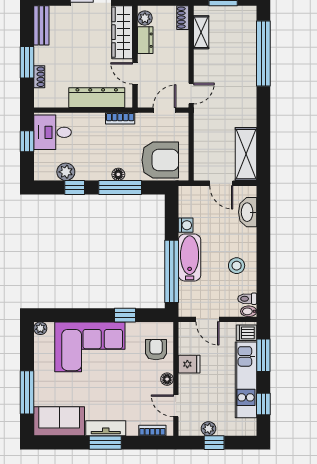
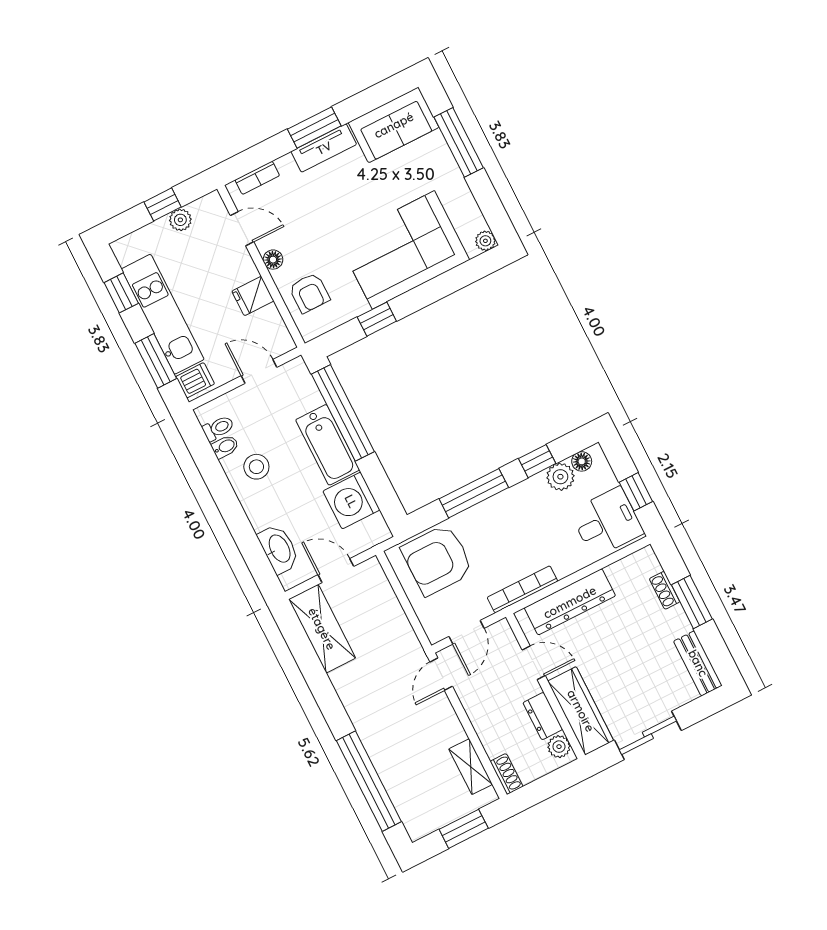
bookcase: (120, 118) -> (522, 589), width x1.56
floor lamp: (118, 174) -> (582, 461), moved
washing machine: (186, 225) -> (351, 501), width x1.89, depth x1.89
bidet: (249, 311) -> (225, 447), moved

